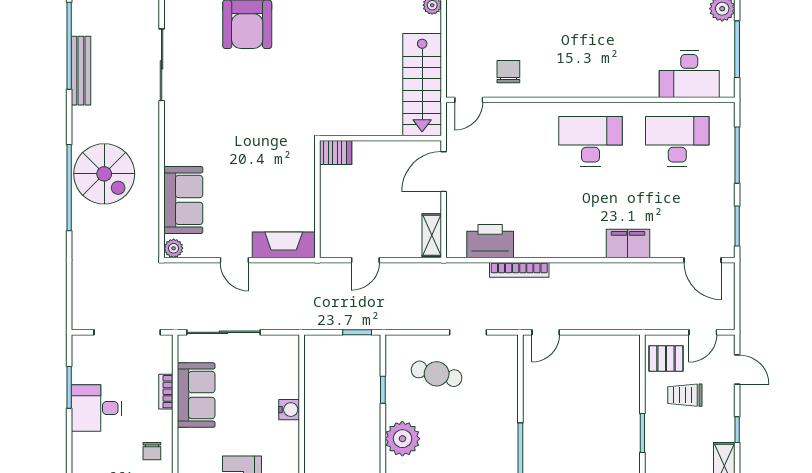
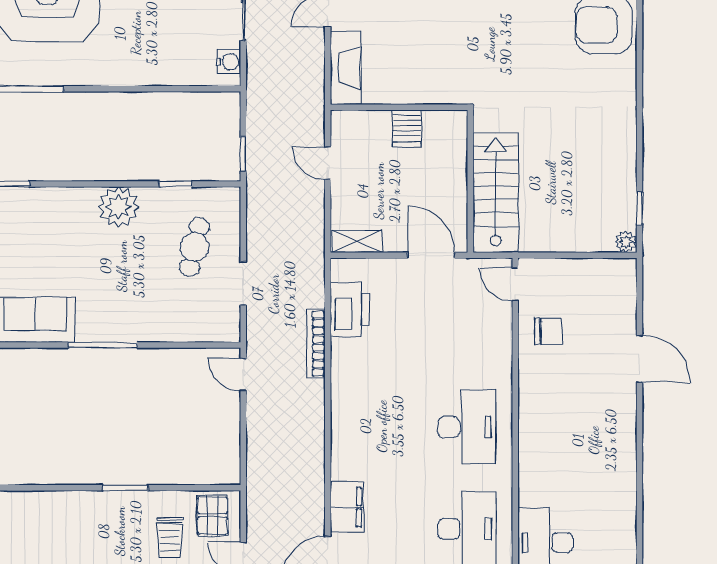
stairs: (422, 85) -> (496, 193), moved, turned 90
server rack: (336, 152) -> (407, 129), moved
filing cabinet: (628, 243) -> (347, 507), moved
trolley: (685, 395) -> (170, 538), turned 180
water cooler: (289, 410) -> (229, 62), moved, turned -90

